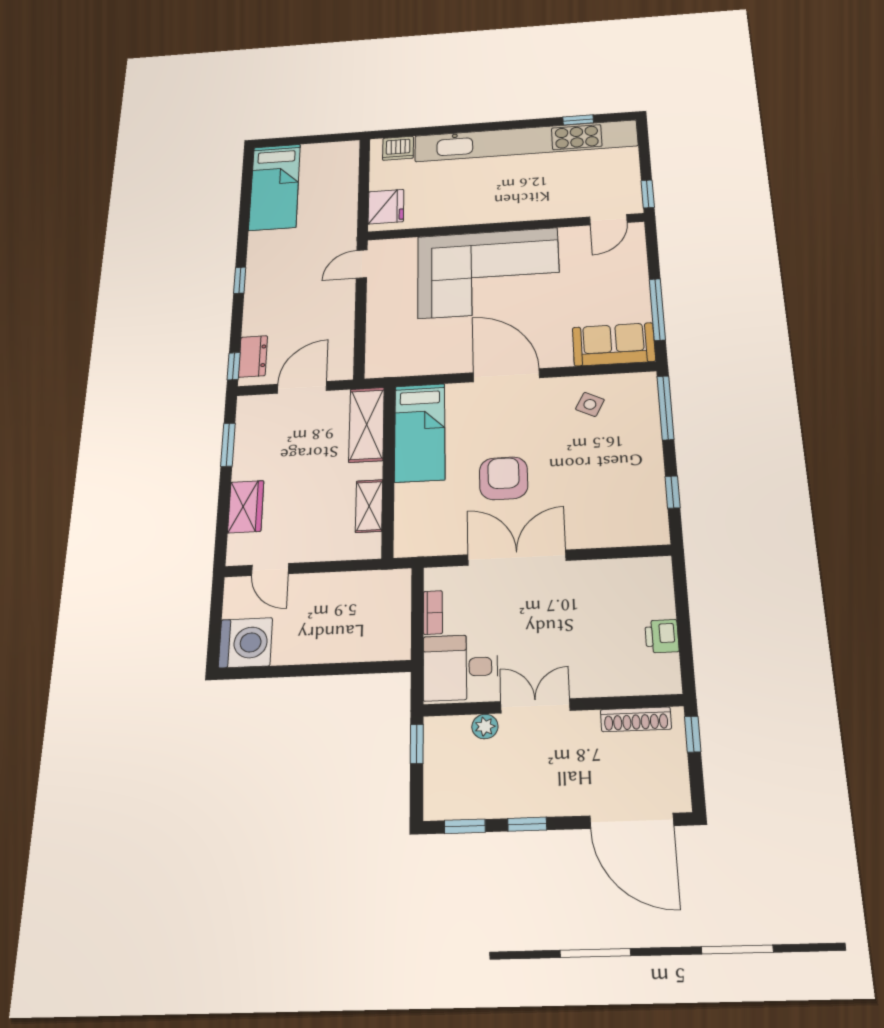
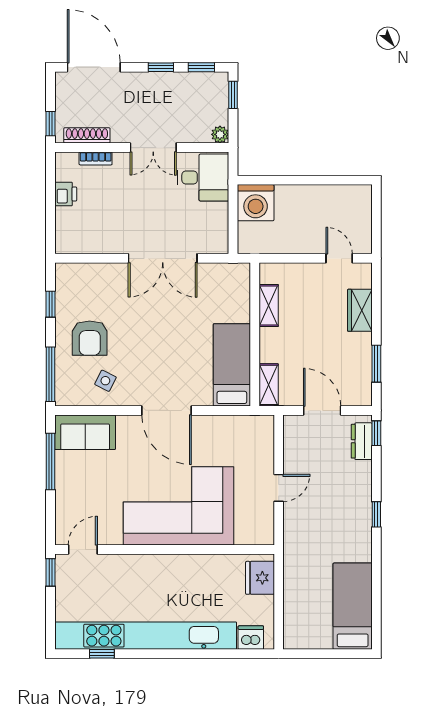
door: (362, 264) -> (279, 488), moved
door: (302, 387) -> (322, 410), swing flipped
shelving: (367, 425) -> (269, 385), width x0.67, depth x0.75
armchair: (504, 478) -> (90, 338), moved
bookcase: (433, 613) -> (96, 158), moved, turned -90
washing machine: (245, 643) -> (256, 203), moved, turned -90
plant: (485, 727) -> (220, 134), moved
window: (417, 744) -> (233, 95), moved

